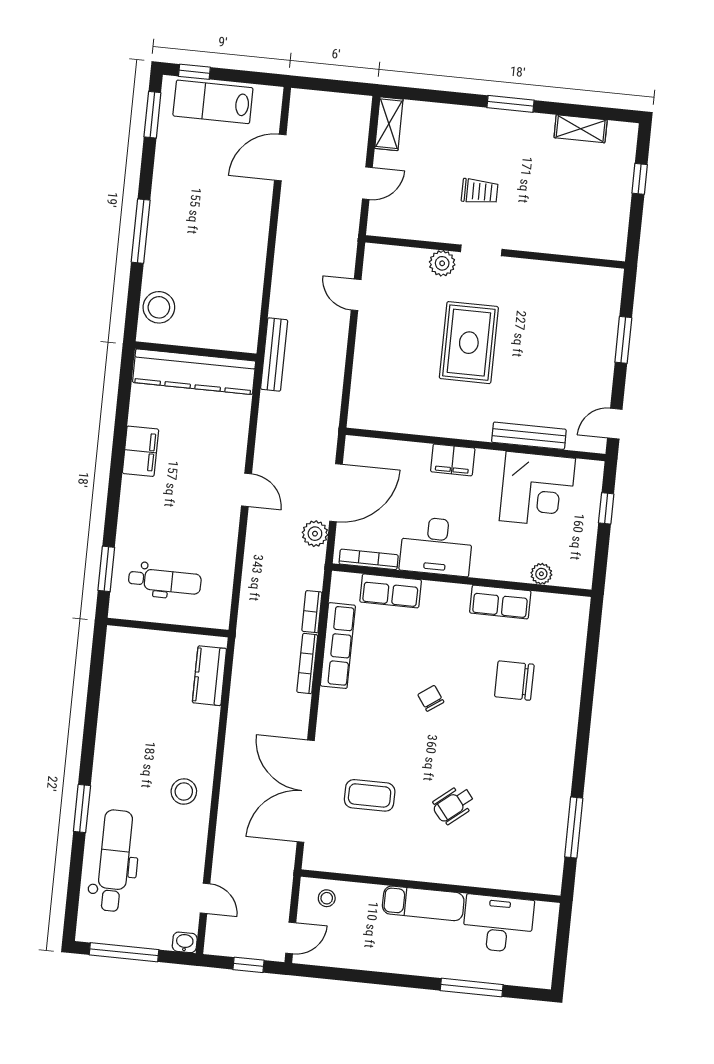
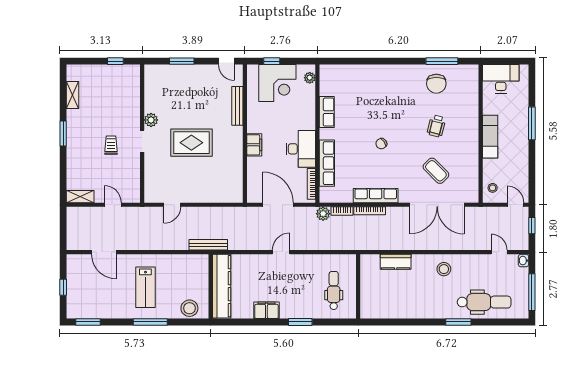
window: (194, 72) -> (63, 287), moved
lab bench: (213, 102) -> (145, 287), moved
window: (640, 179) -> (115, 61), moved
plant: (442, 263) -> (151, 120), moved
corner desk: (537, 489) -> (277, 83), moved, turned 90
plant: (315, 534) -> (323, 214), moved
window: (106, 569) -> (300, 322), moved
plant: (541, 574) -> (310, 78), moved
row of seats: (391, 591) -> (327, 163), width x1.48
row of seats: (338, 646) -> (376, 196), moved
kitchen counter: (209, 676) -> (396, 262), moved
chair: (514, 681) -> (436, 84), moved
coffee table: (370, 795) -> (436, 171), turned -45
wheelchair: (453, 805) -> (436, 126), turned 53
dental chair: (114, 861) -> (484, 302), turned 180
door: (205, 898) -> (499, 252), hinge flipped
desk: (498, 924) -> (501, 79), moved, turned 90
window: (472, 988) -> (532, 123), moved

